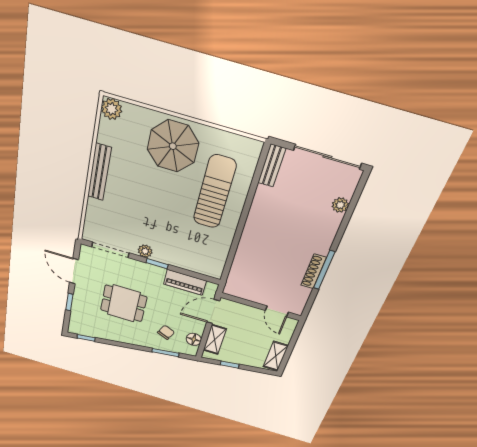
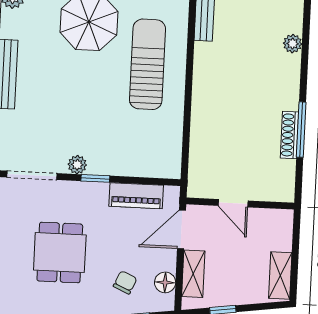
dining table: (124, 303) -> (60, 253), turned 90
door: (277, 311) -> (233, 203), moved

